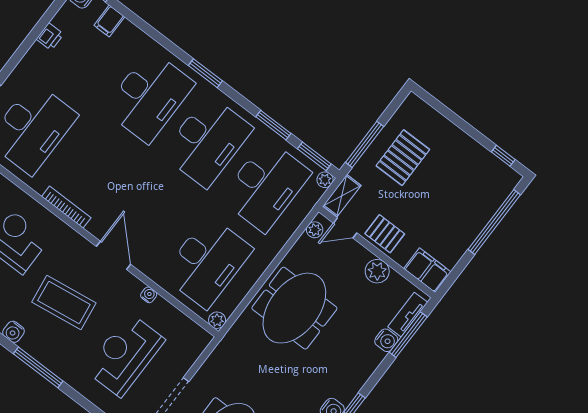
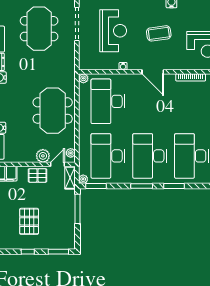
window: (437, 105) -> (58, 252), added
window: (273, 125) -> (142, 186), moved
window: (503, 156) -> (28, 252), moved
pallet: (403, 158) -> (29, 221), moved
plant: (377, 271) -> (43, 156), moved
coffee table: (64, 302) -> (159, 33), width x0.73, depth x0.76

